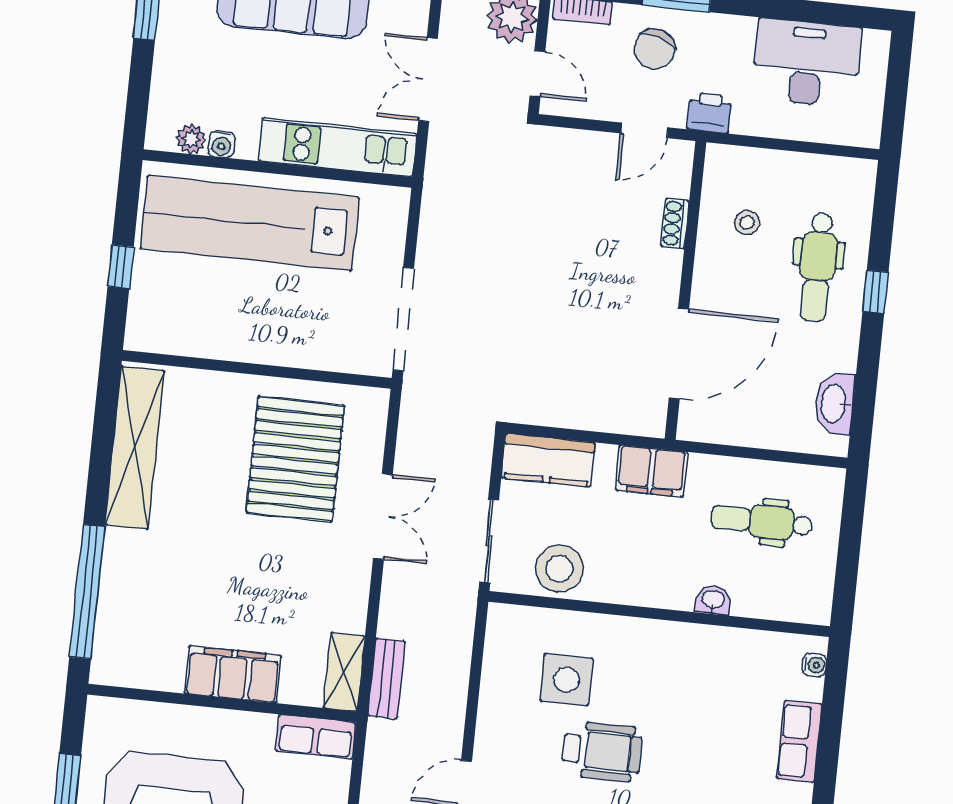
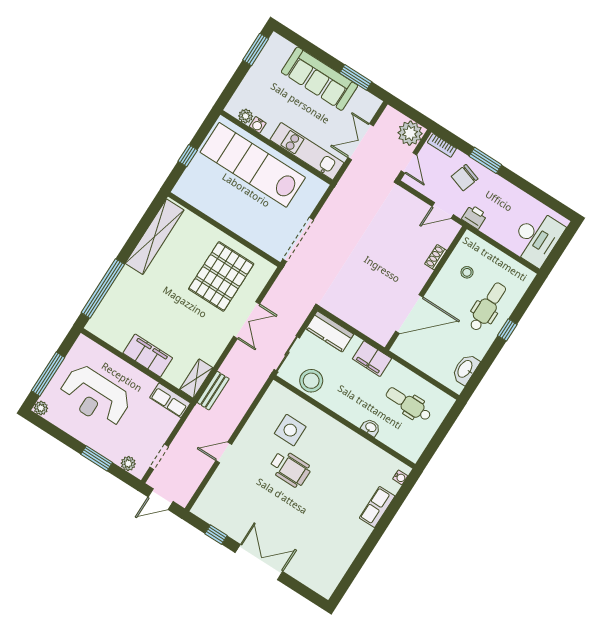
desk: (807, 63) -> (537, 238), moved, turned 90
dental chair: (818, 267) -> (488, 307), turned 180

